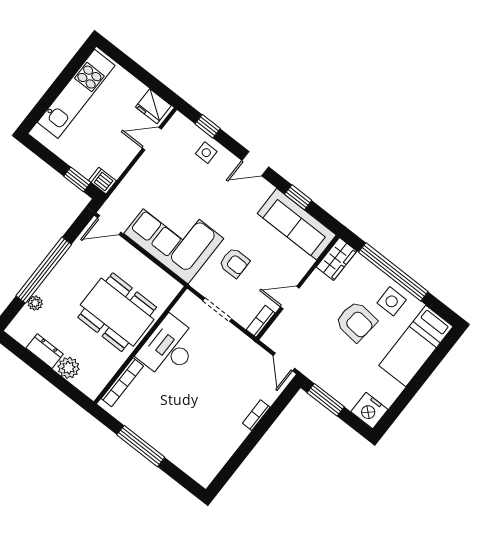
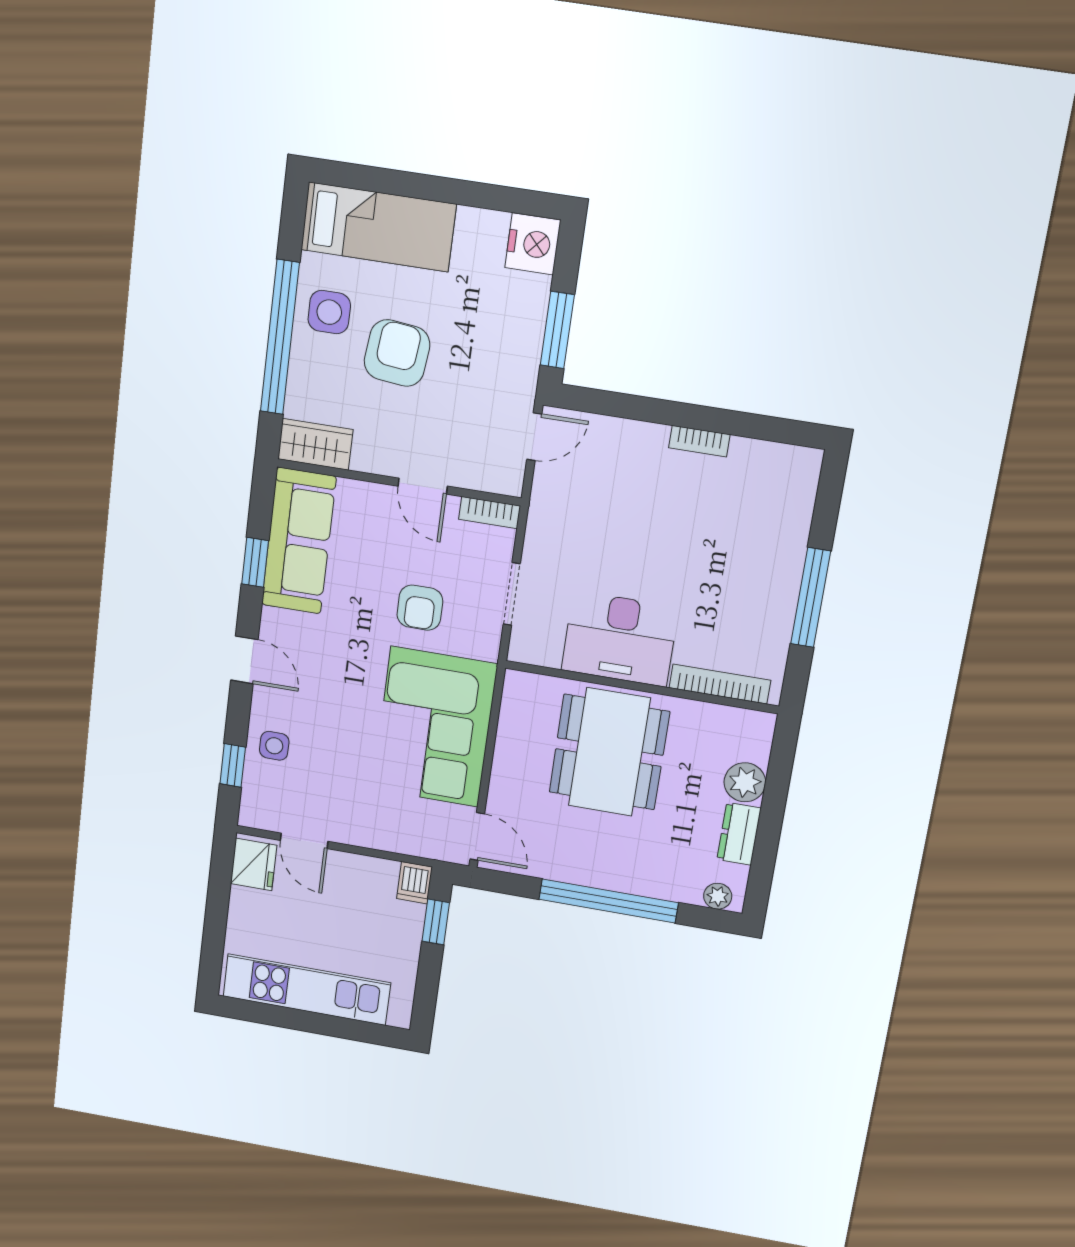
armchair: (234, 263) -> (420, 608), turned 180
plant: (35, 303) -> (718, 896), moved
bookcase: (256, 415) -> (699, 441), moved

